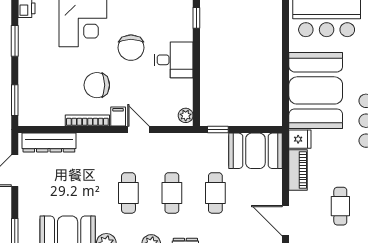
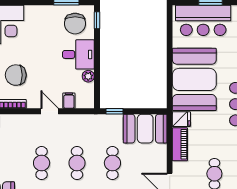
chair: (131, 48) -> (75, 24), moved
plant: (186, 115) -> (88, 76), moved
filing cabinet: (118, 117) -> (69, 101), moved

